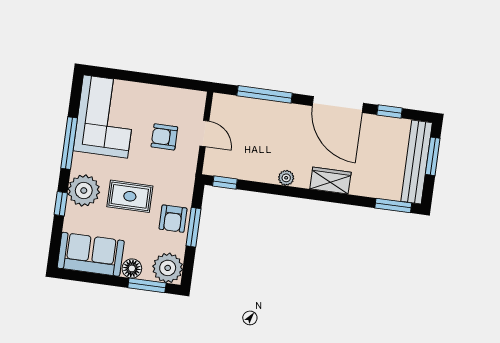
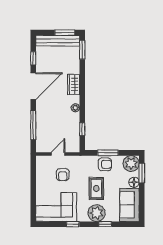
window: (69, 143) -> (73, 224), width x0.46
window: (433, 156) -> (65, 33), moved
window: (225, 182) -> (82, 129), moved

